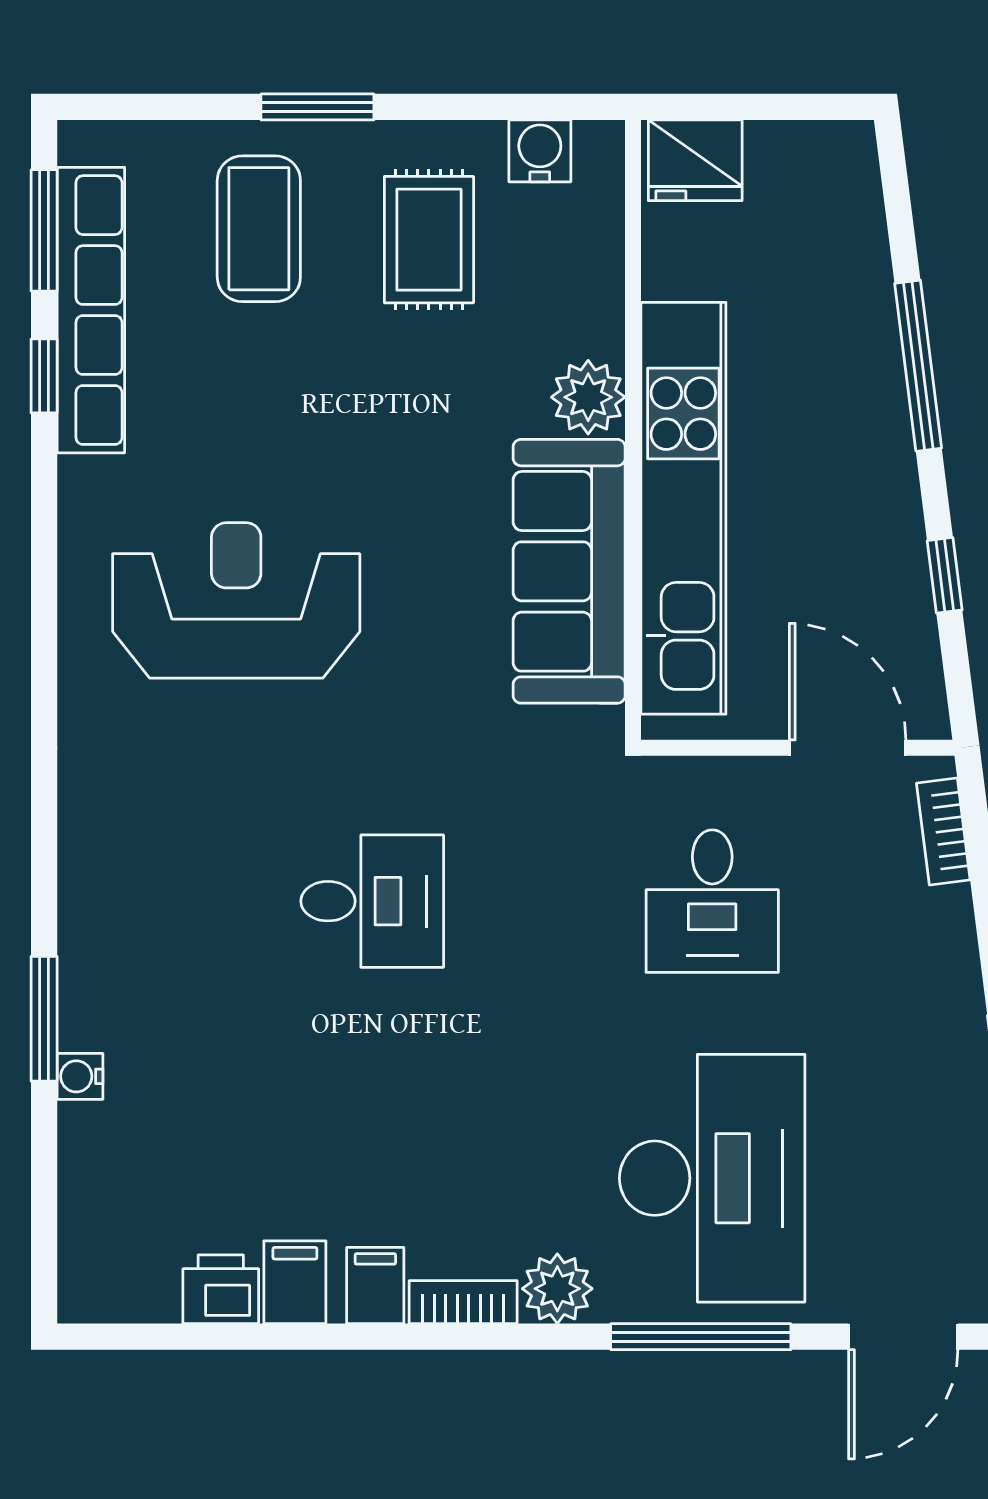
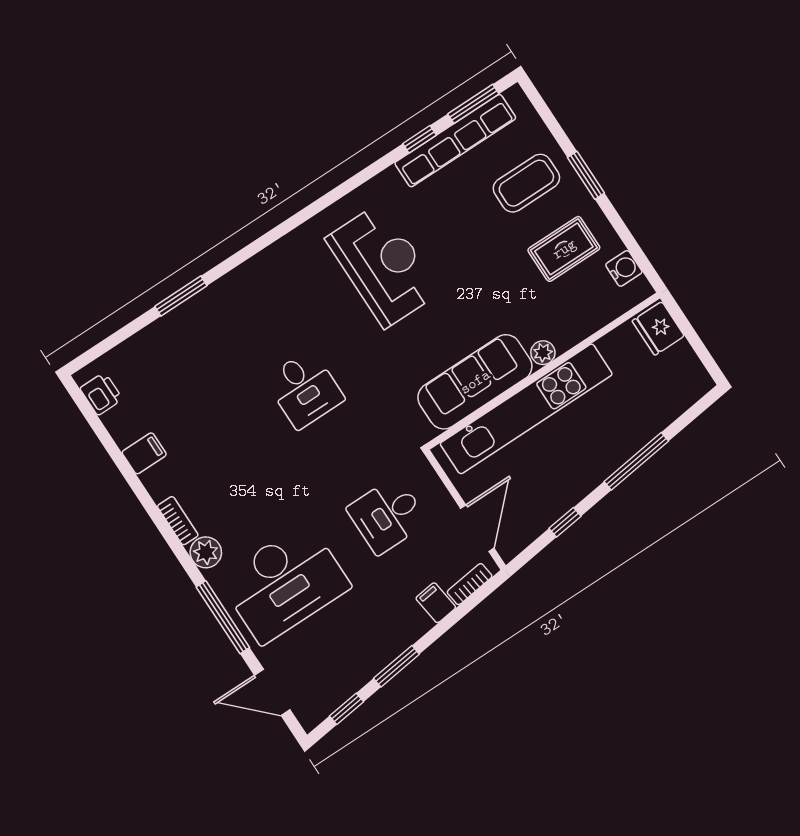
plant: (588, 397) -> (543, 353), width x0.73, depth x0.73
water cooler: (80, 1076) -> (168, 323), removed
filing cabinet: (375, 1286) -> (436, 603), moved, turned -97
printer: (221, 1289) -> (101, 394), moved

